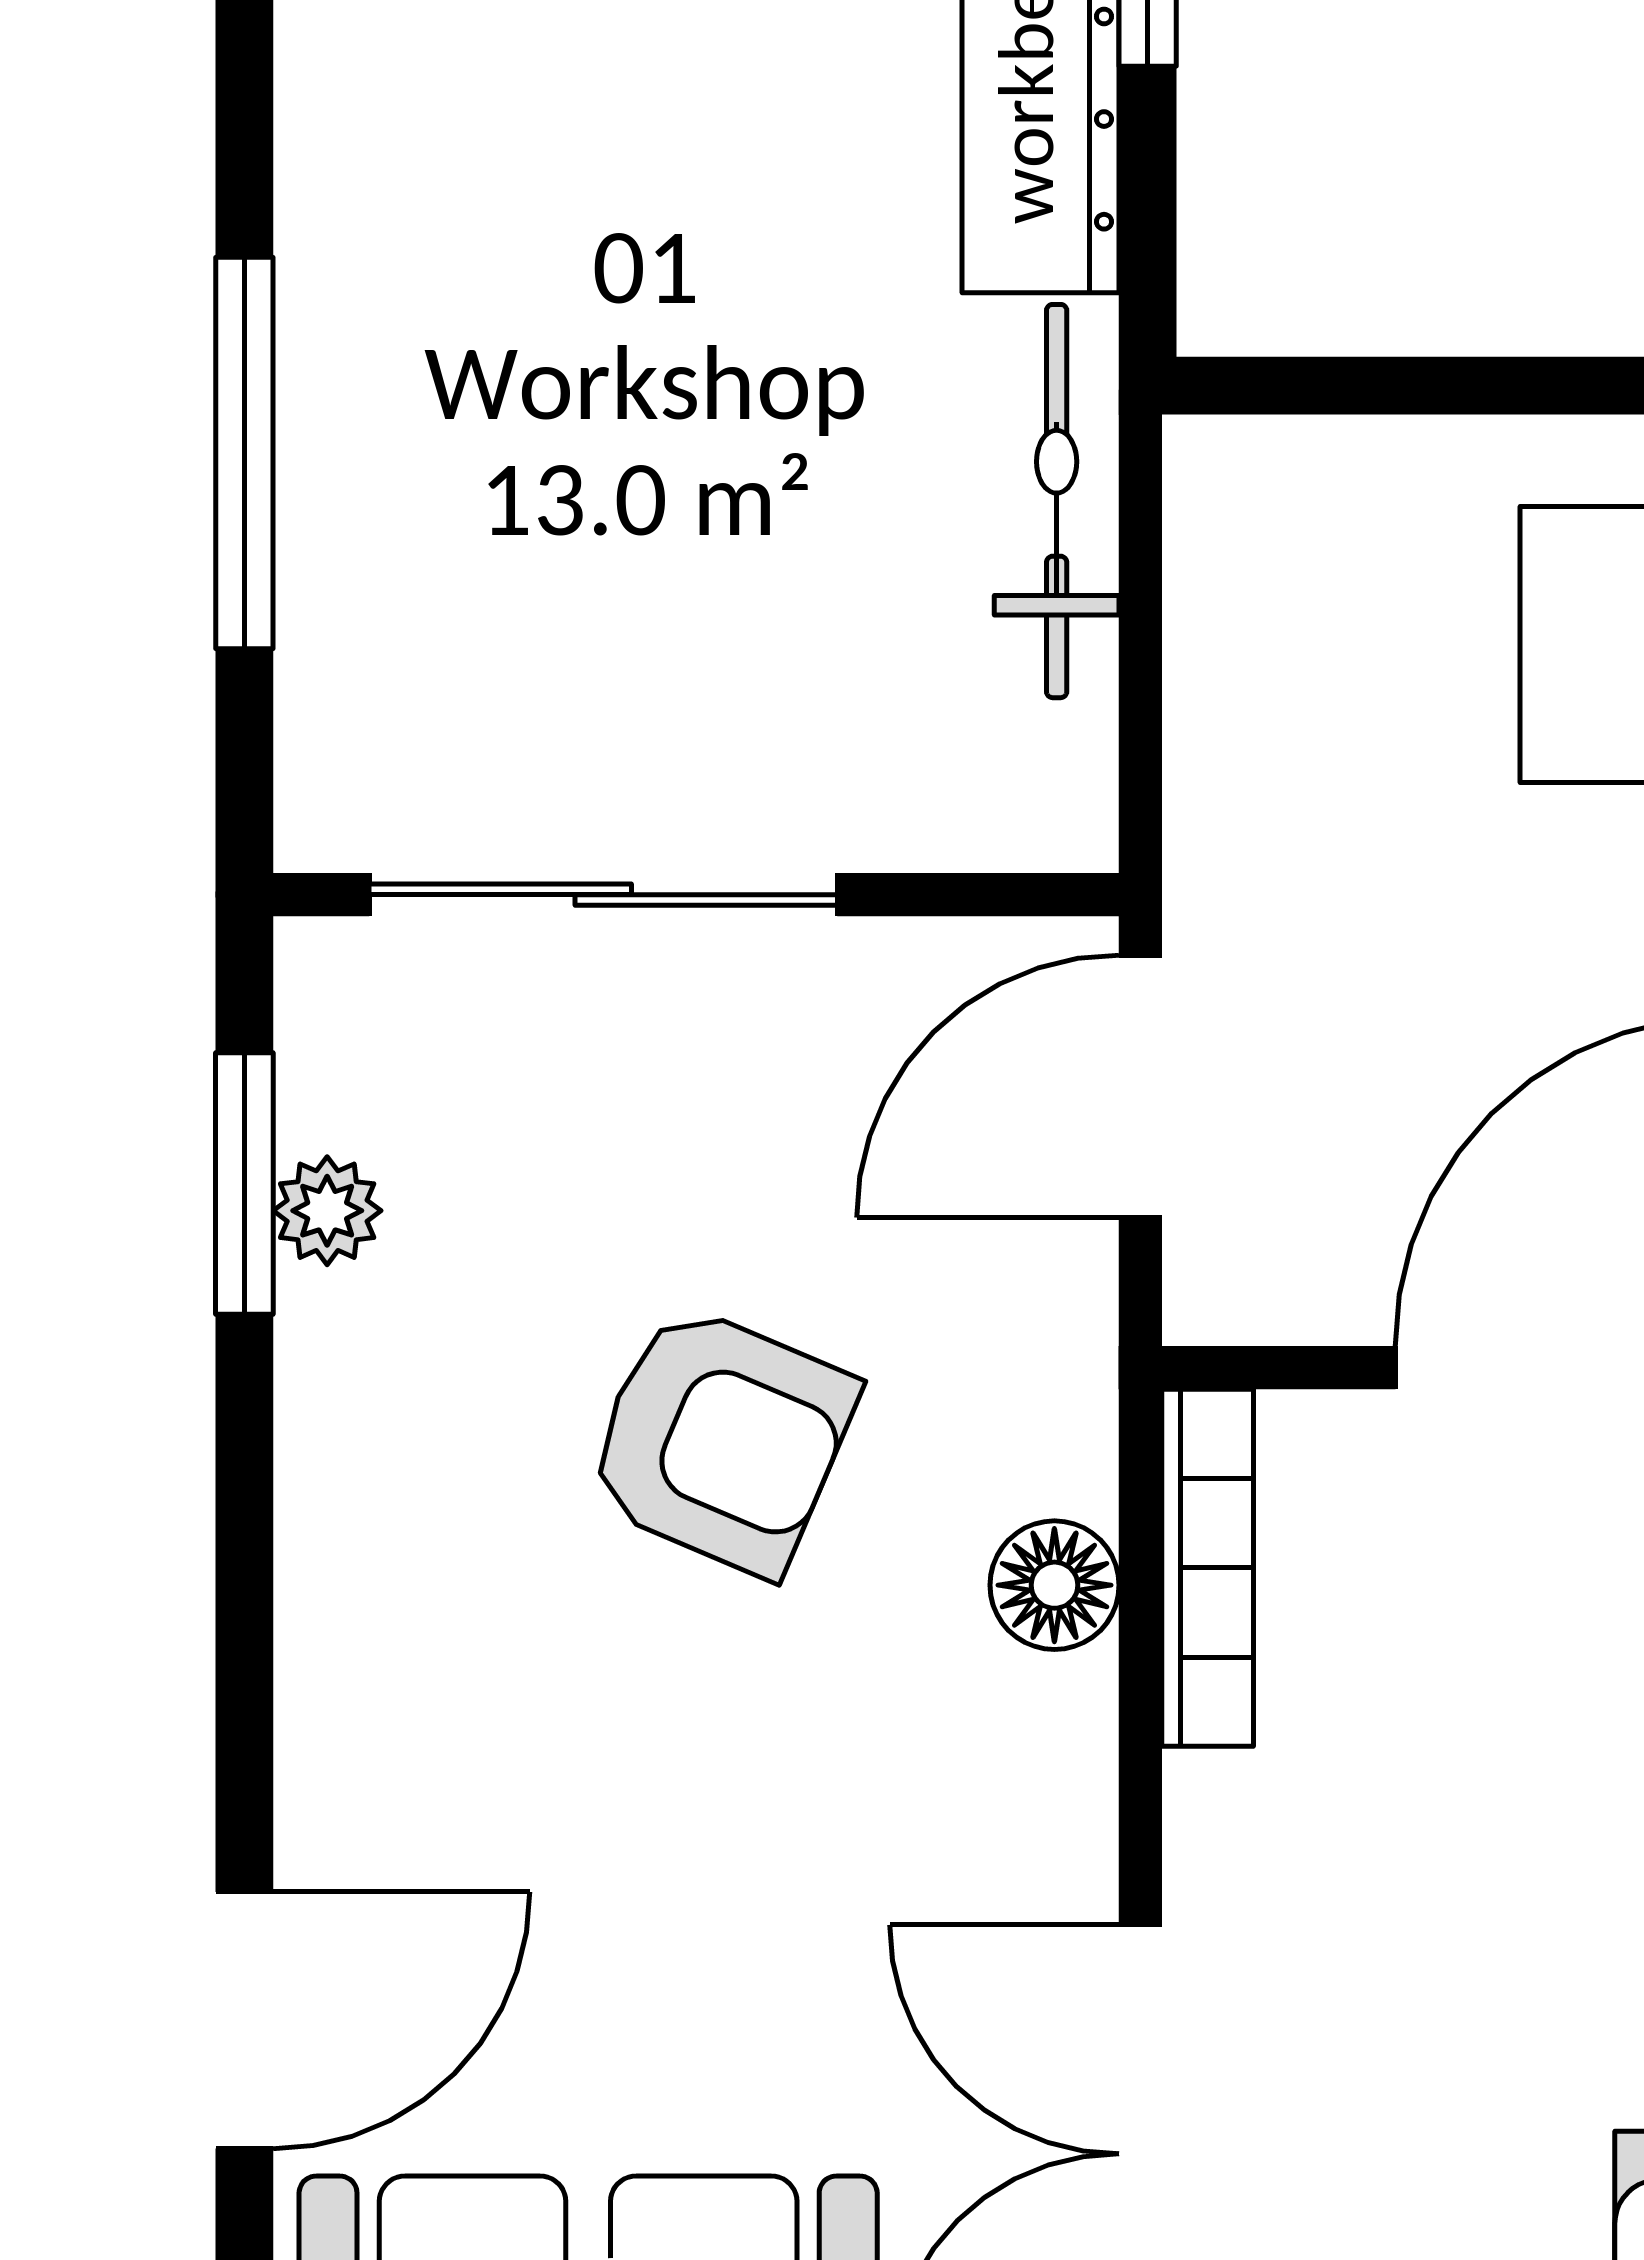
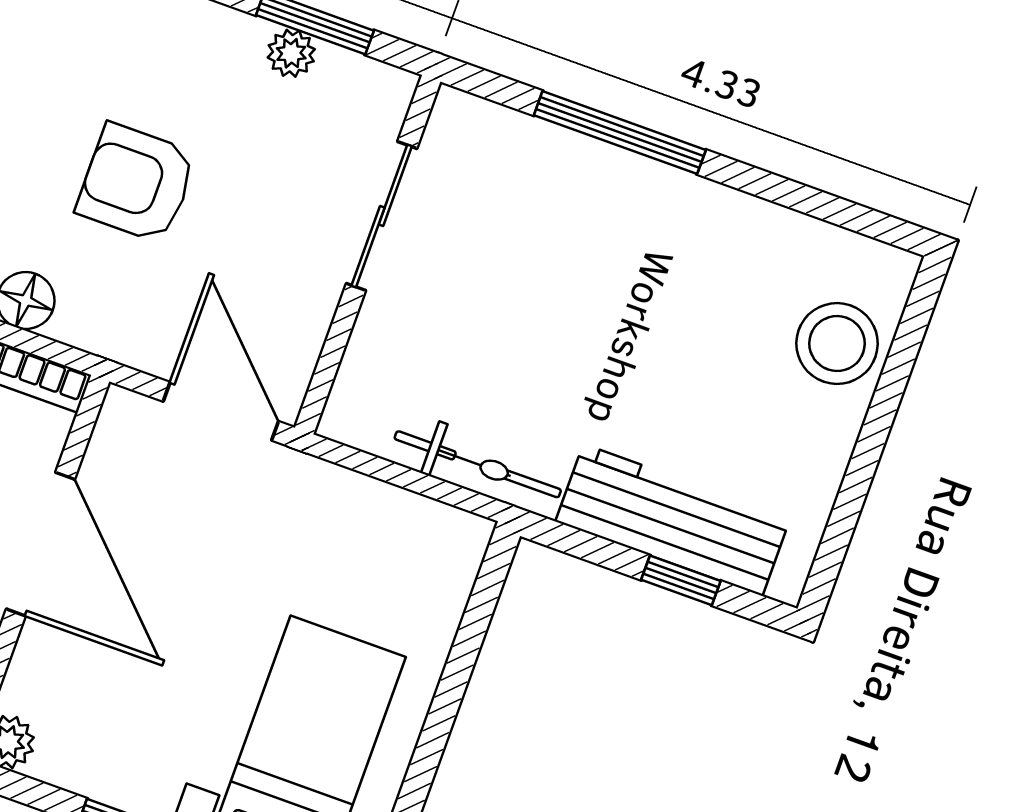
sliding door: (603, 895) -> (382, 216), width x0.73
armchair: (720, 1440) -> (136, 183), turned 67

